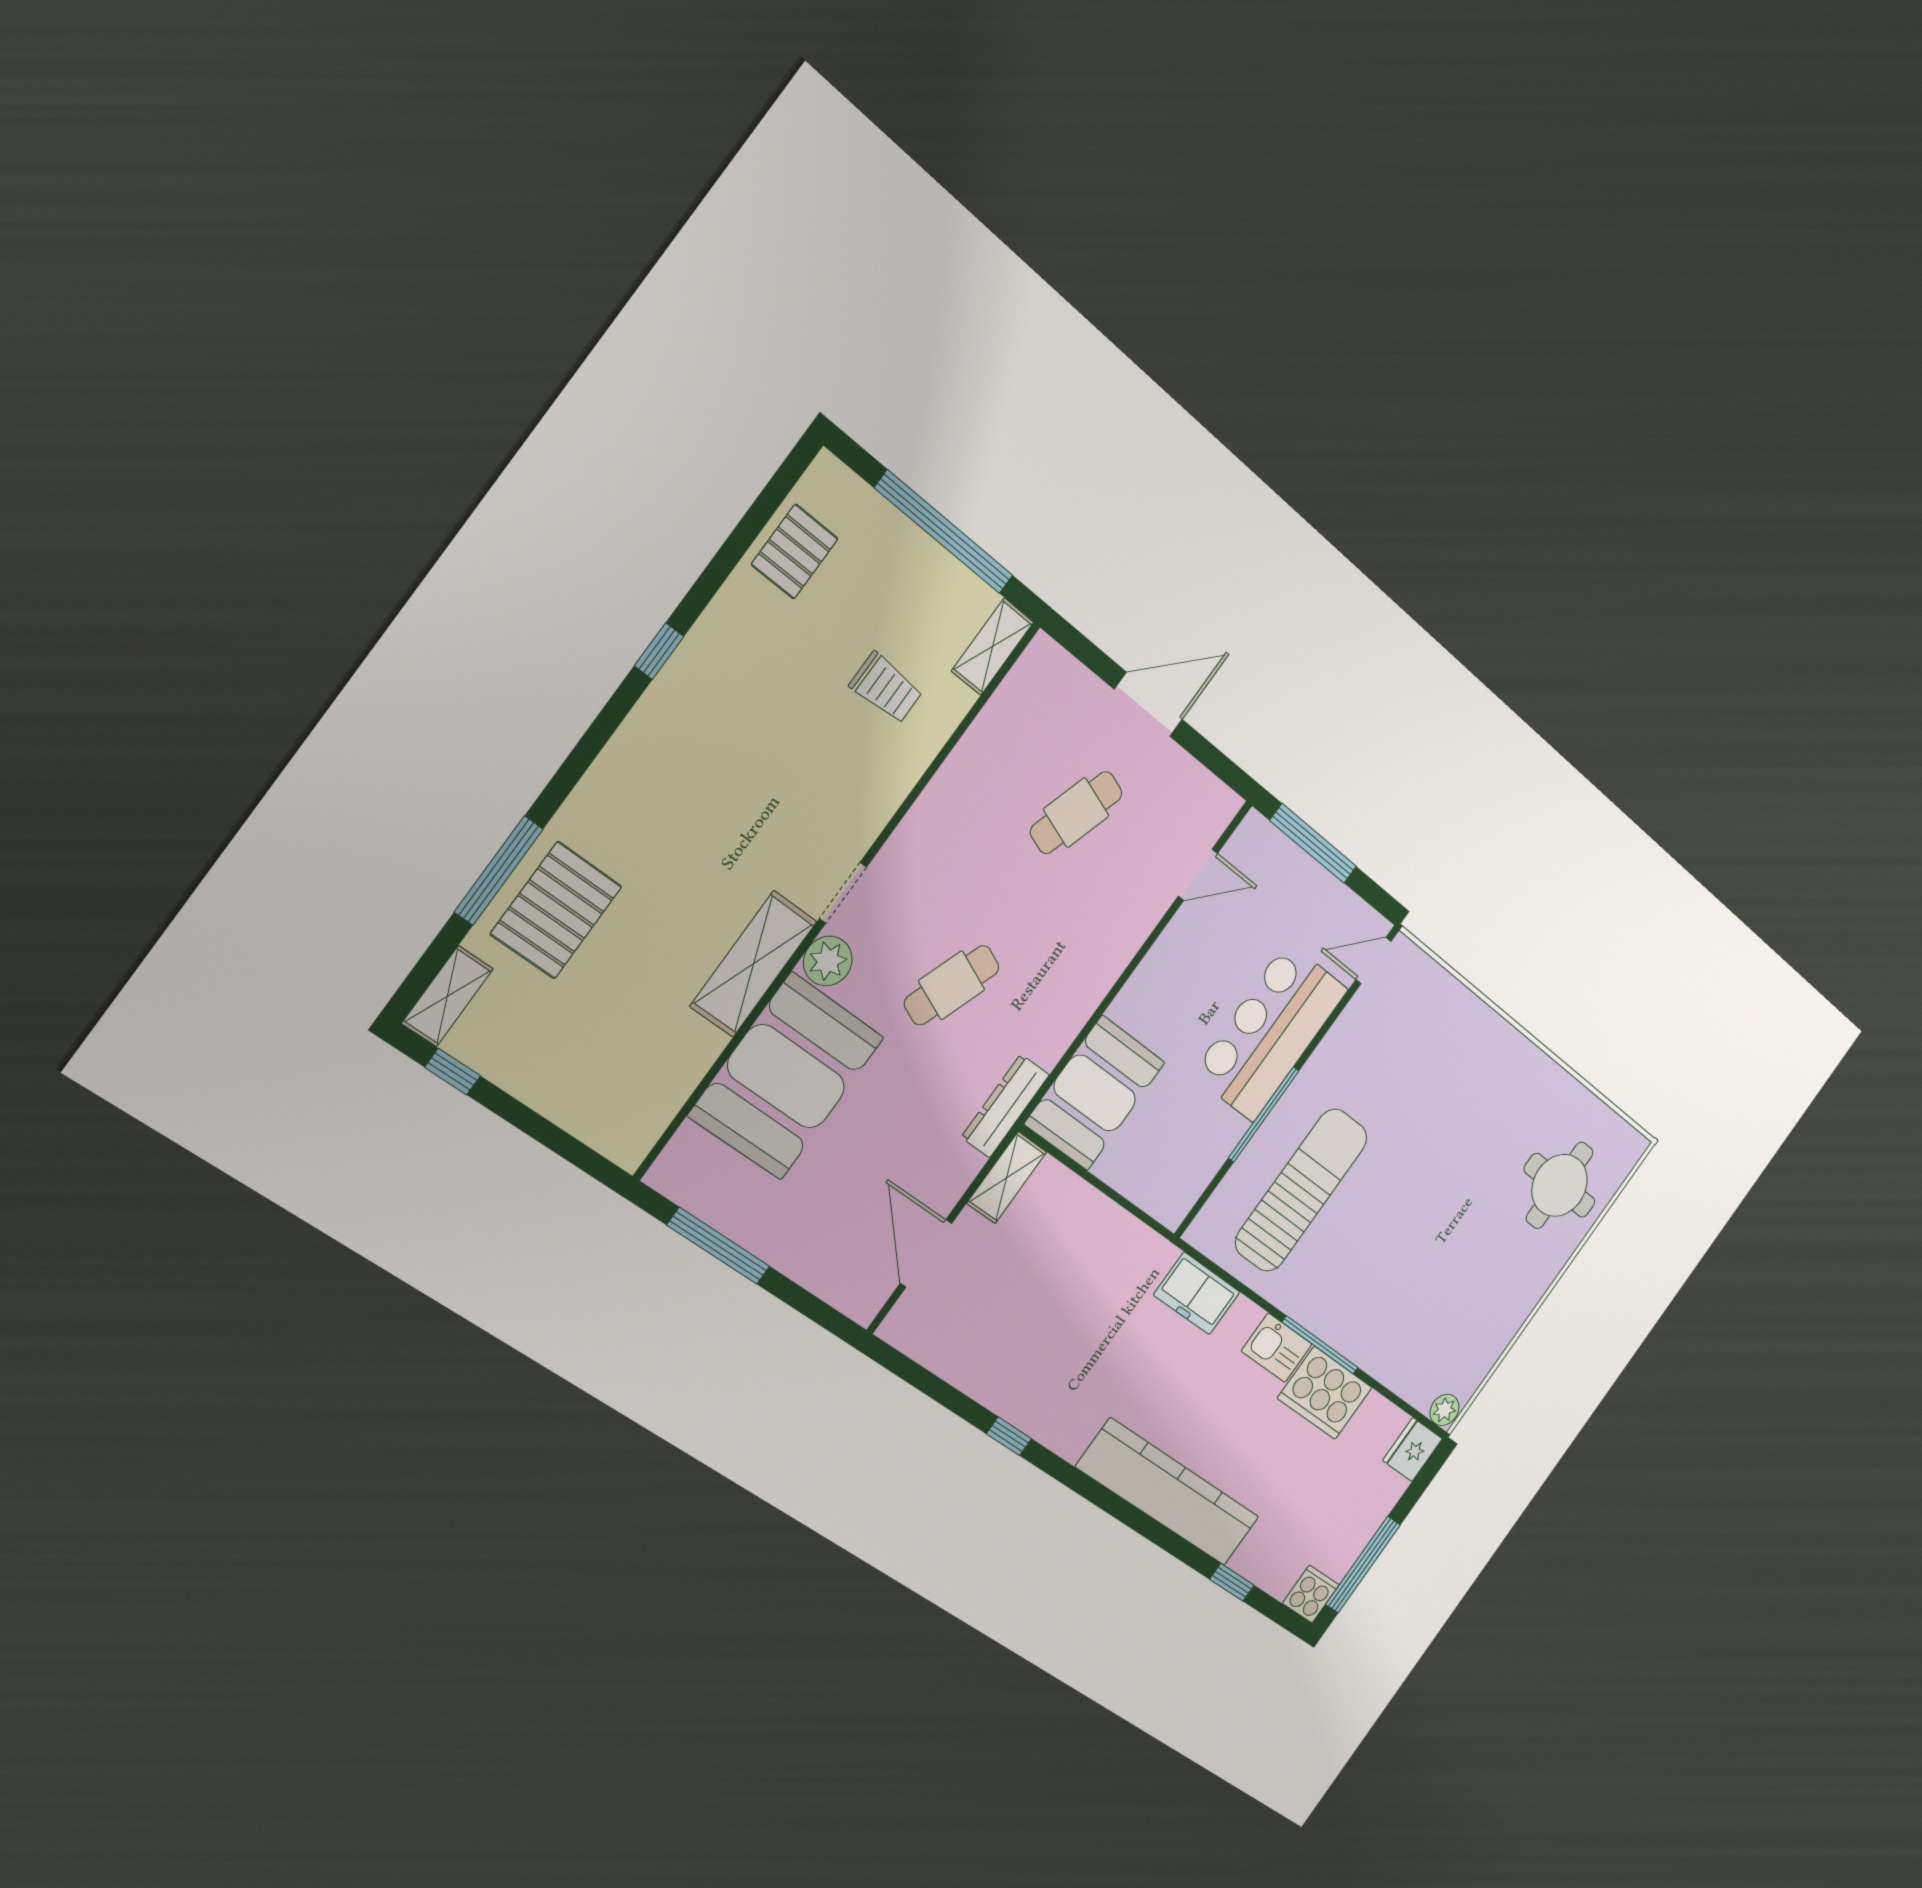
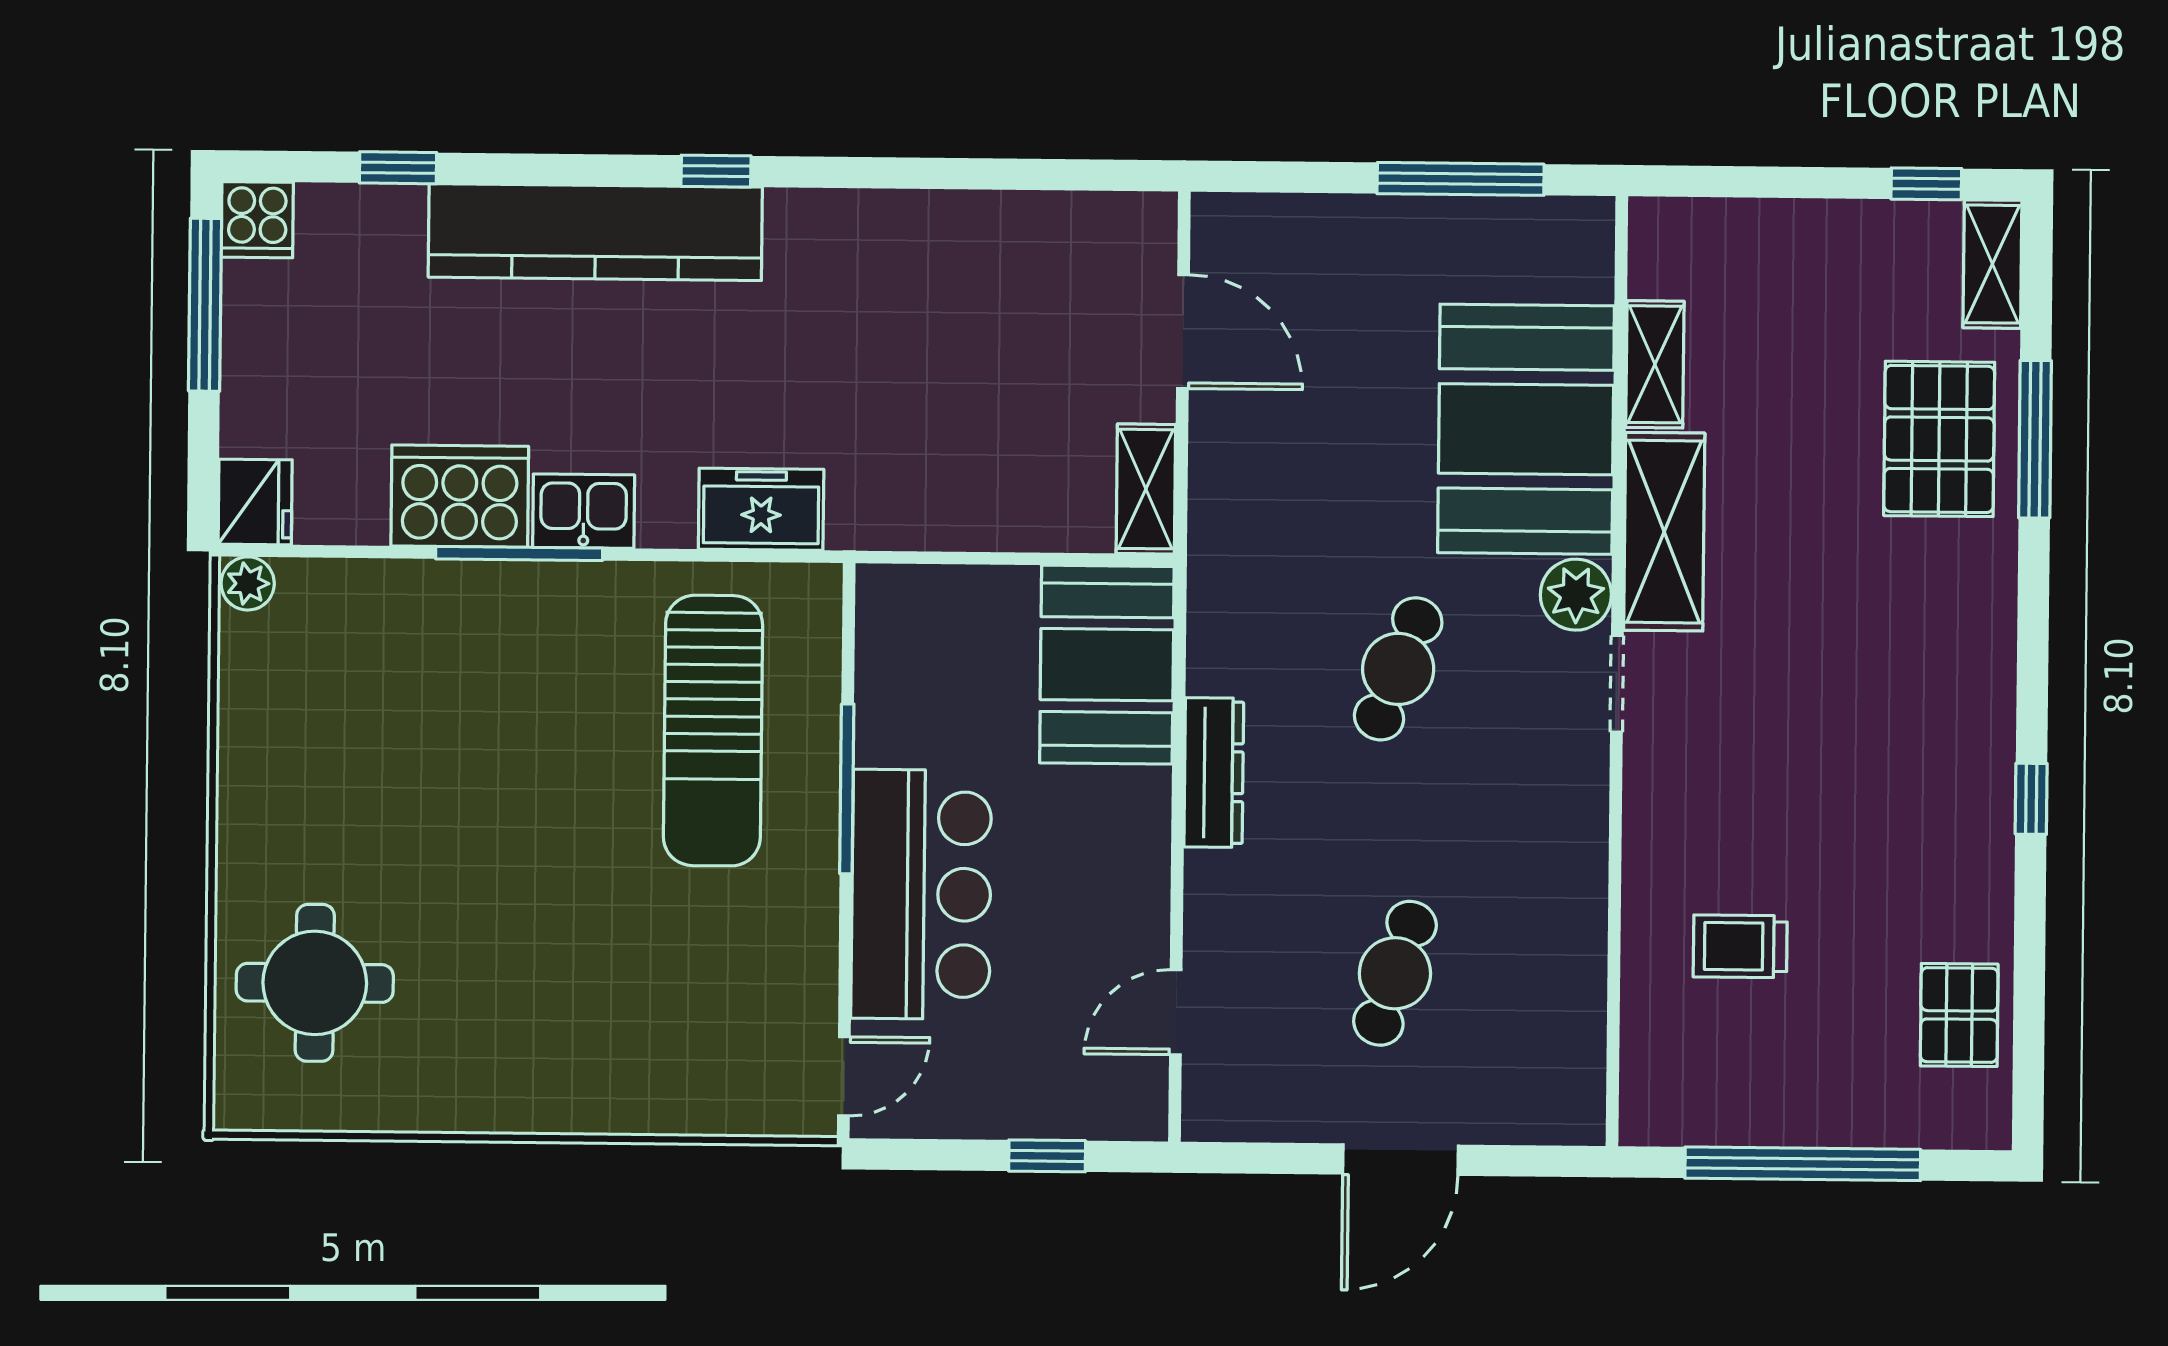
shelving: (993, 647) -> (1655, 364), moved
window: (1313, 844) -> (1047, 1156), width x0.46
dresser: (1005, 1106) -> (1214, 773), moved
window: (1009, 1436) -> (716, 171), moved

